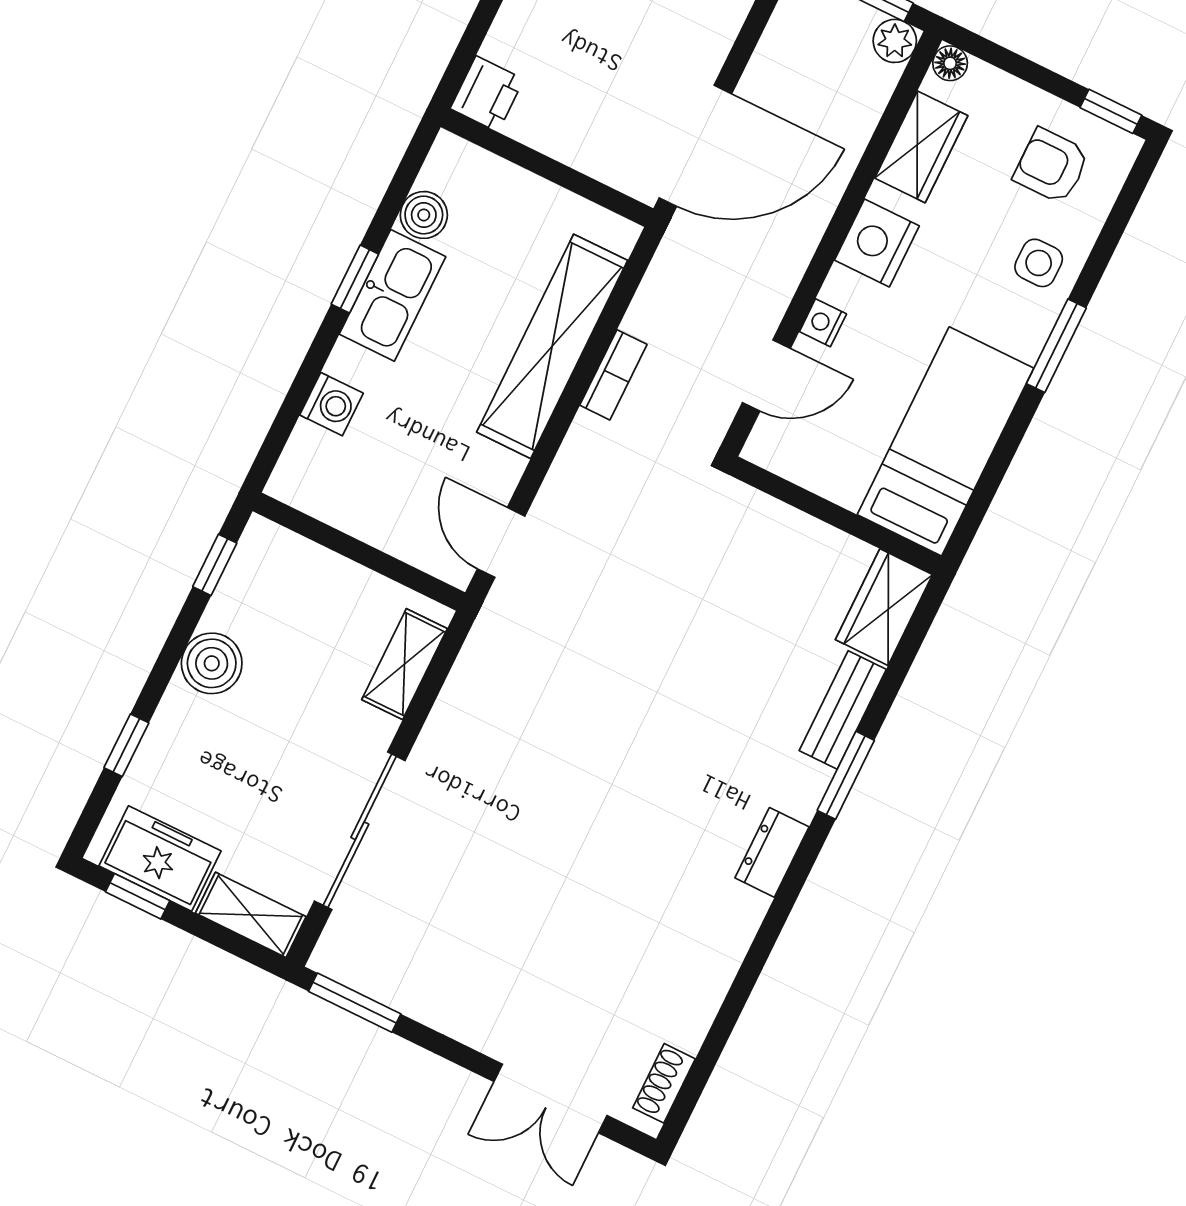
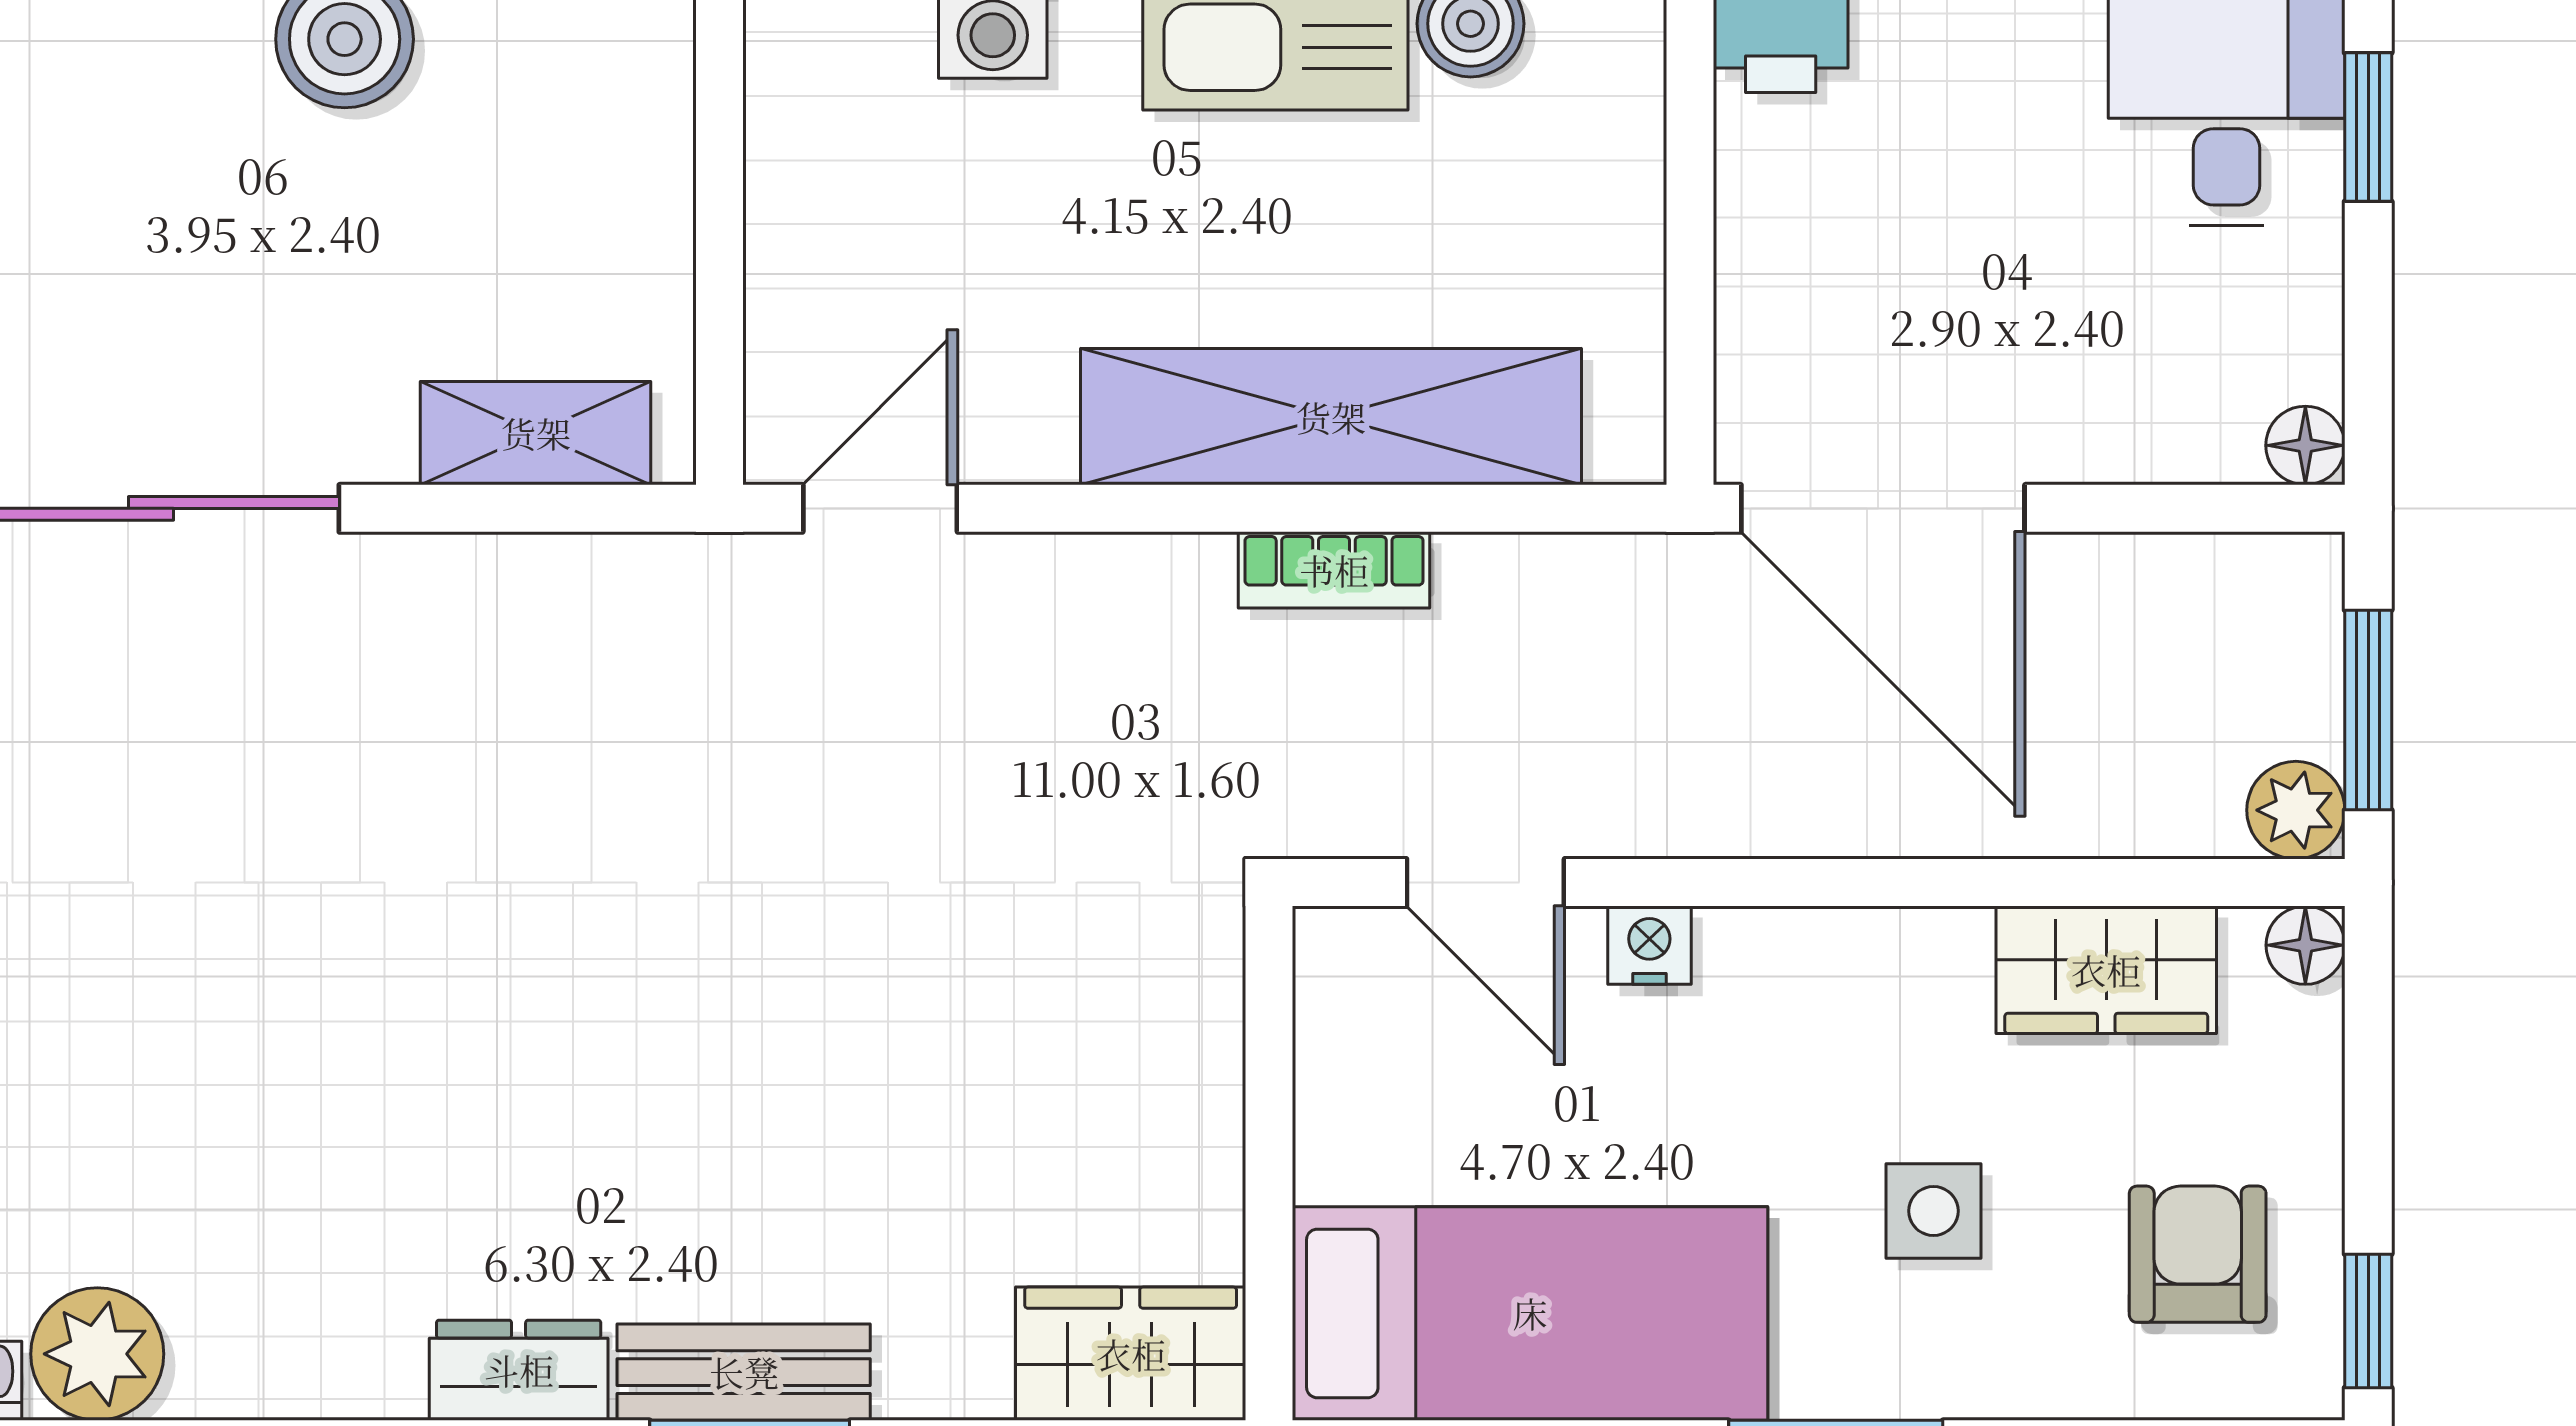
nightstand: (877, 243) -> (1866, 975), removed
side table: (1039, 263) -> (1933, 1211), moved
bench: (843, 710) -> (744, 1372), moved
plant: (684, 1016) -> (97, 1354), added

